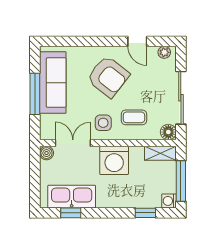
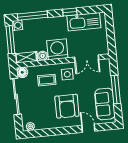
door: (137, 41) -> (88, 128), moved
armchair: (108, 77) -> (67, 106), turned -128
sofa: (53, 83) -> (105, 104), width x0.73
boiler: (46, 153) -> (43, 56), moved
window: (71, 213) -> (70, 12), moved
window: (145, 213) -> (33, 16), width x2.17

